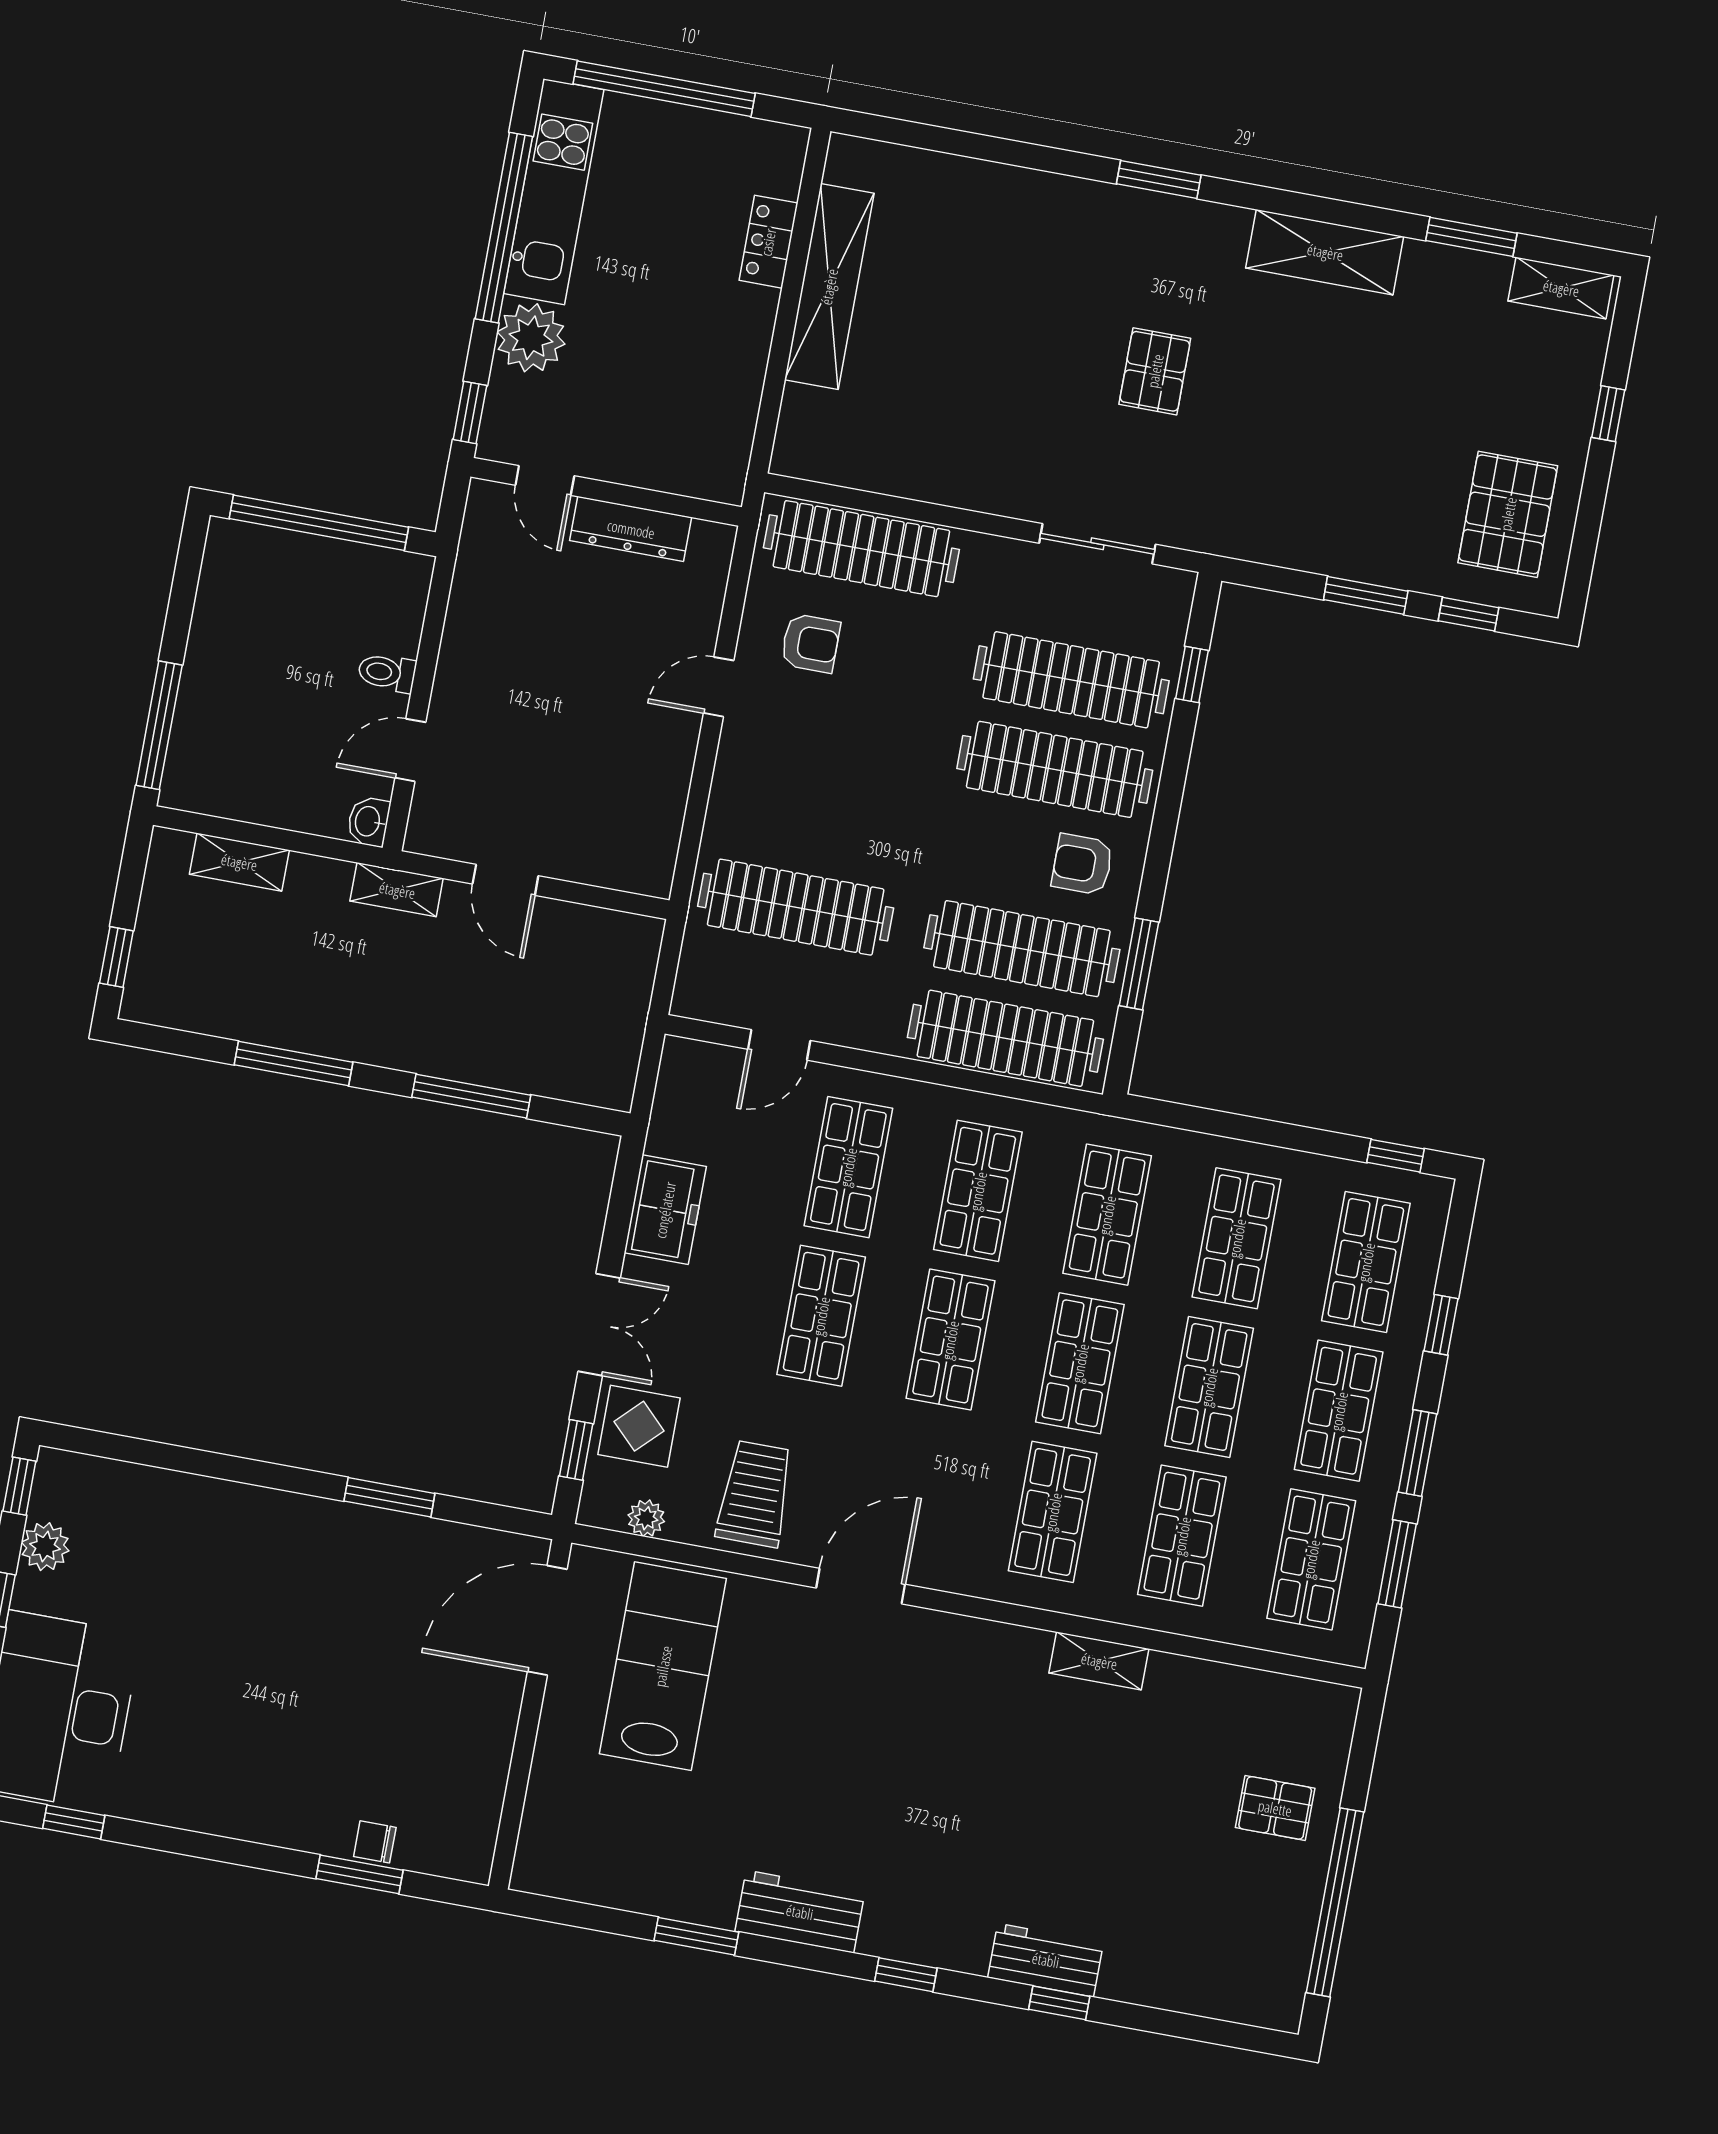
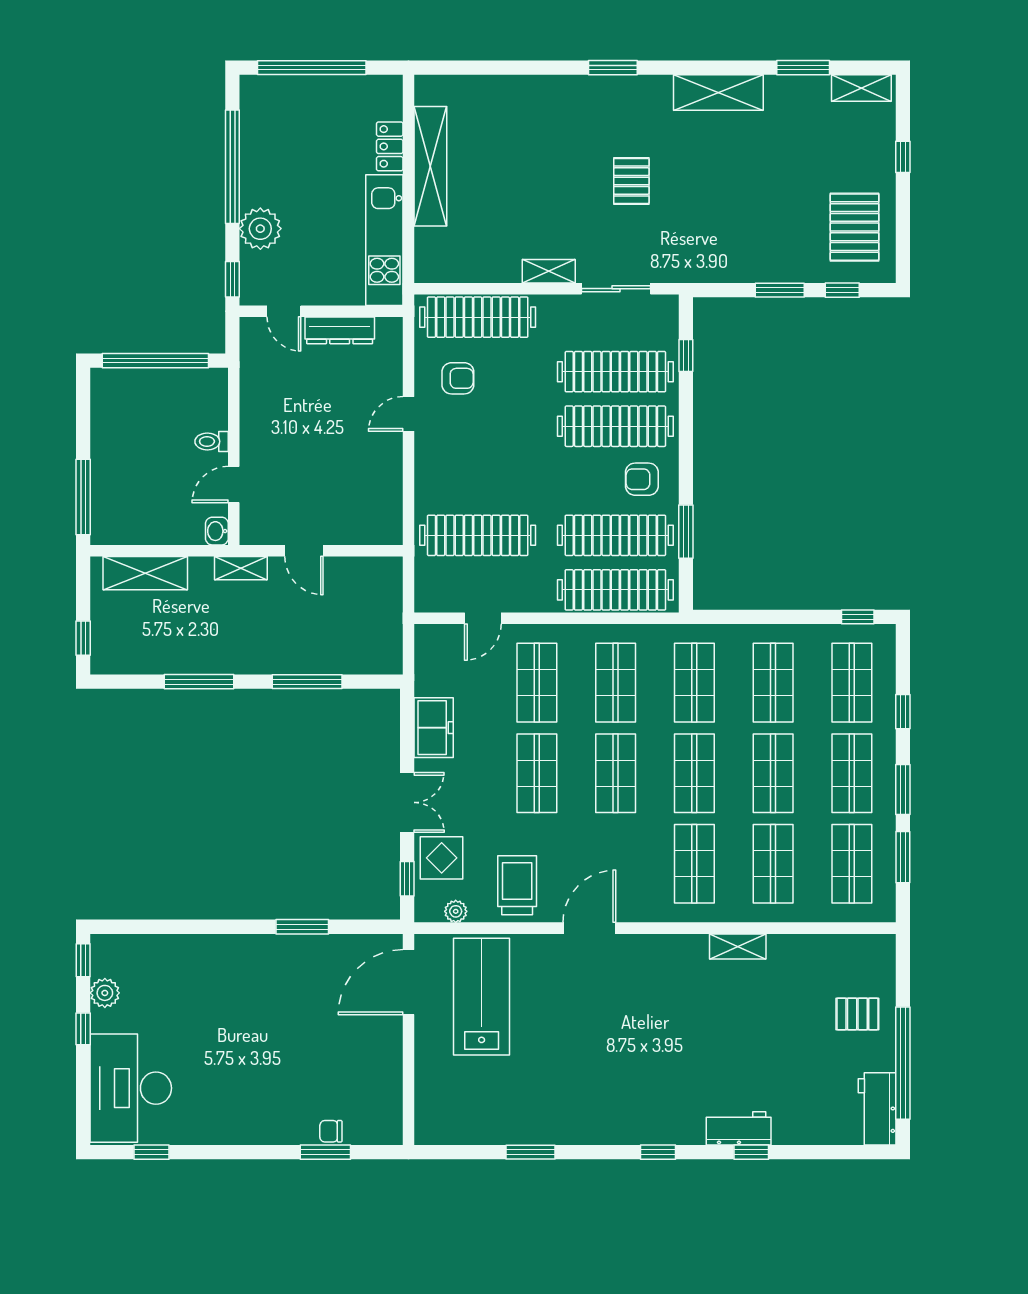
kitchen unit: (554, 192) -> (384, 240), moved, turned 180
shelving: (992, 495) -> (549, 271), added
shelving: (239, 862) -> (145, 573), width x1.50, depth x1.33
workbench: (800, 1912) -> (877, 1109), moved, turned -90

